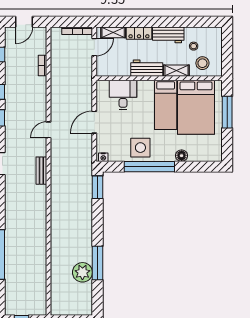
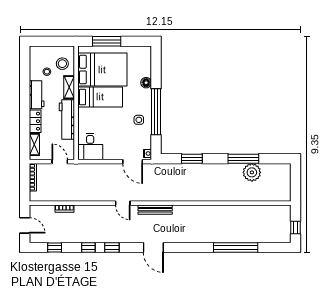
door: (94, 47) -> (60, 162), moved
workbench: (147, 68) -> (67, 120), width x1.38
desk: (123, 95) -> (90, 147), moved, turned -90
door: (94, 122) -> (133, 162), moved
side table: (140, 148) -> (139, 120), width x0.54, depth x0.54
bench: (41, 171) -> (155, 210), width x1.36
window: (97, 187) -> (192, 159), moved

